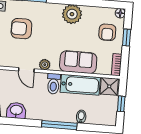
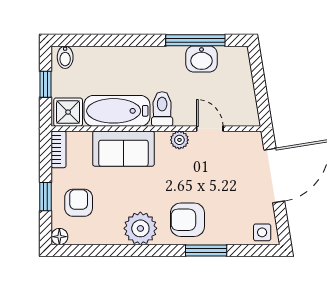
armchair: (21, 29) -> (187, 220), moved, turned 180
washbasin: (16, 110) -> (201, 59), moved
bidet: (81, 117) -> (65, 57), moved
window: (59, 125) -> (195, 40), moved

